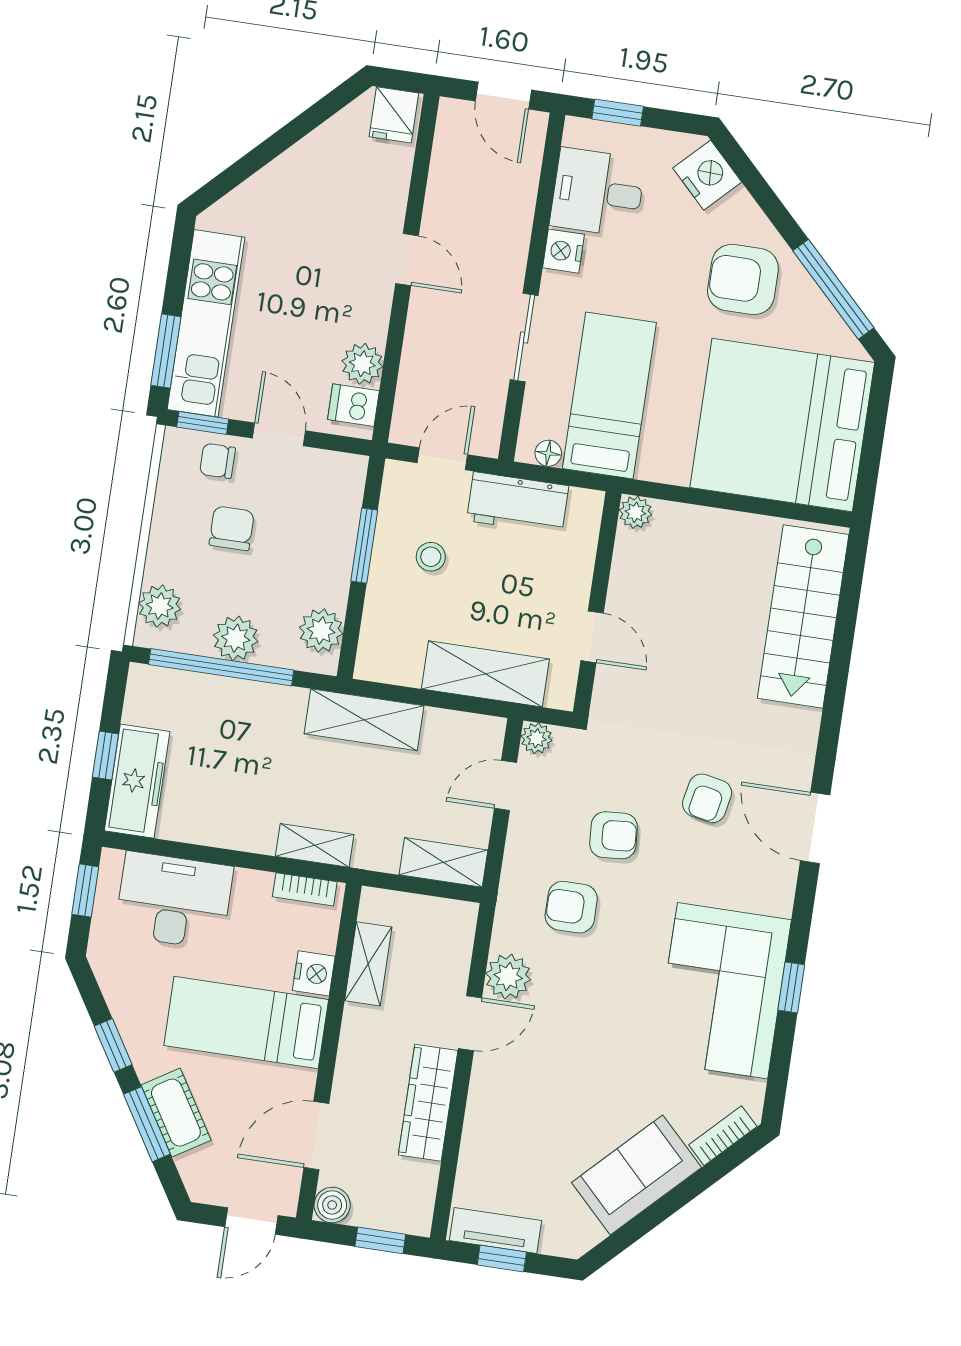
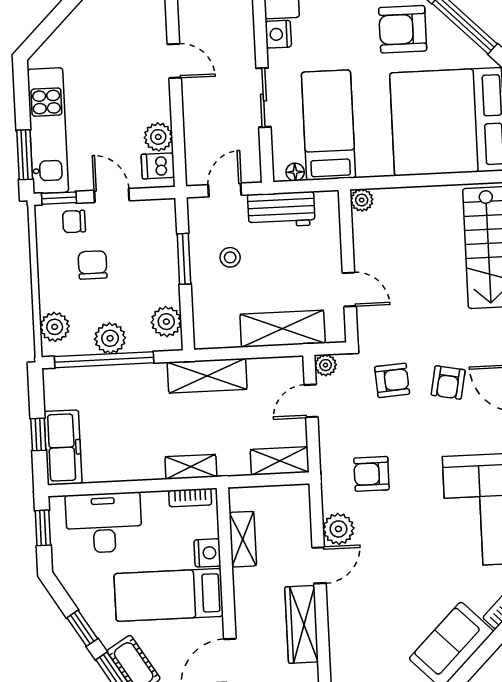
armchair: (614, 835) -> (392, 380), moved

